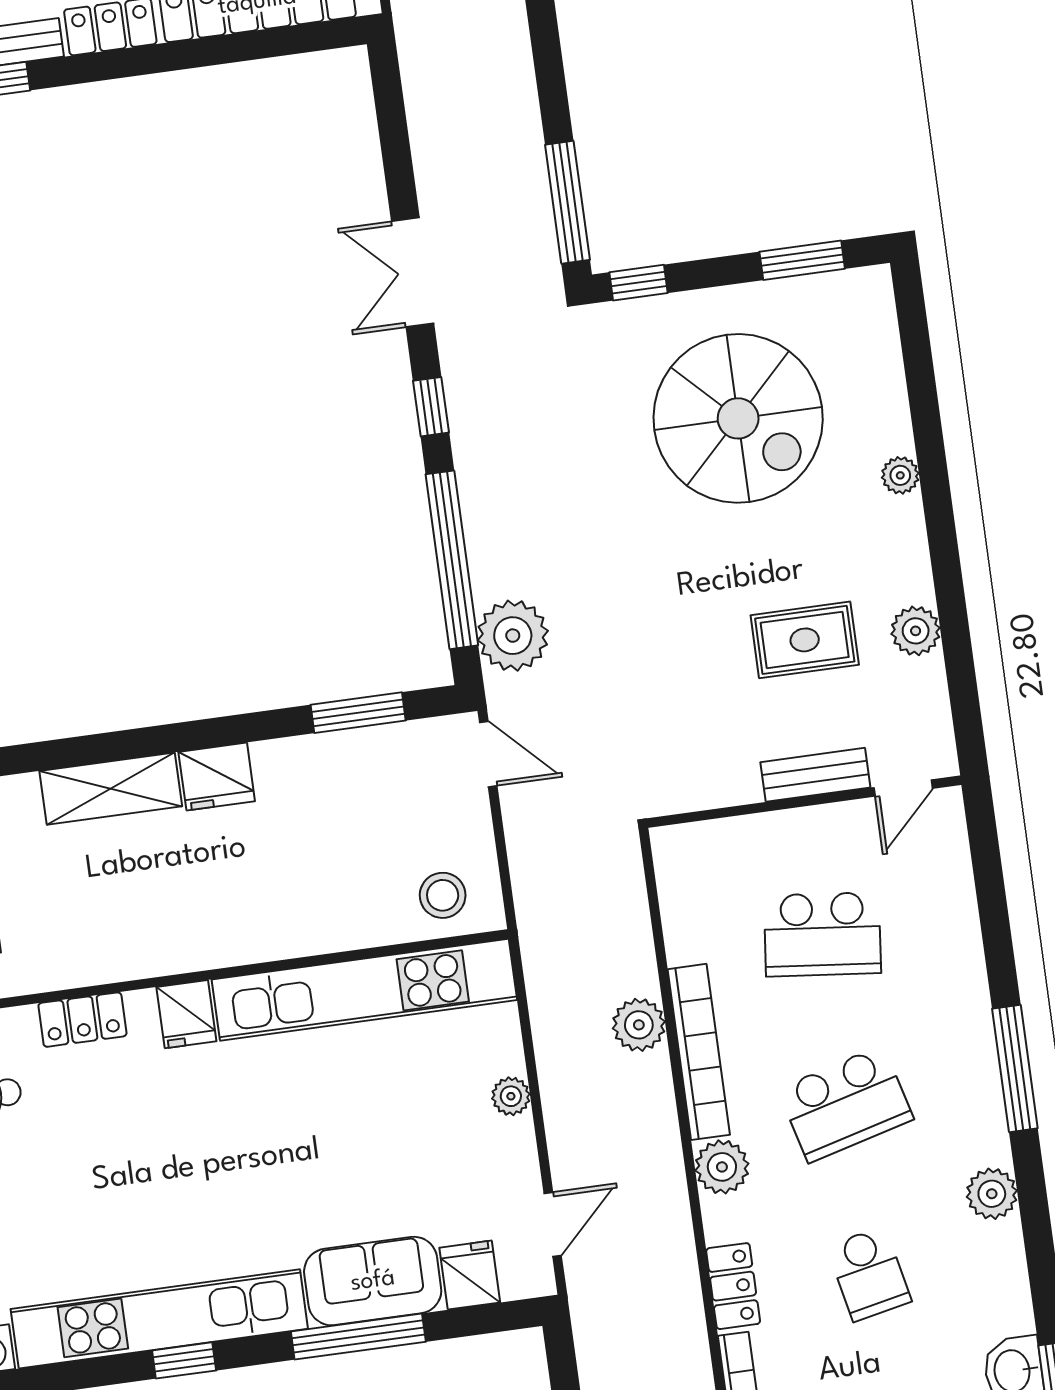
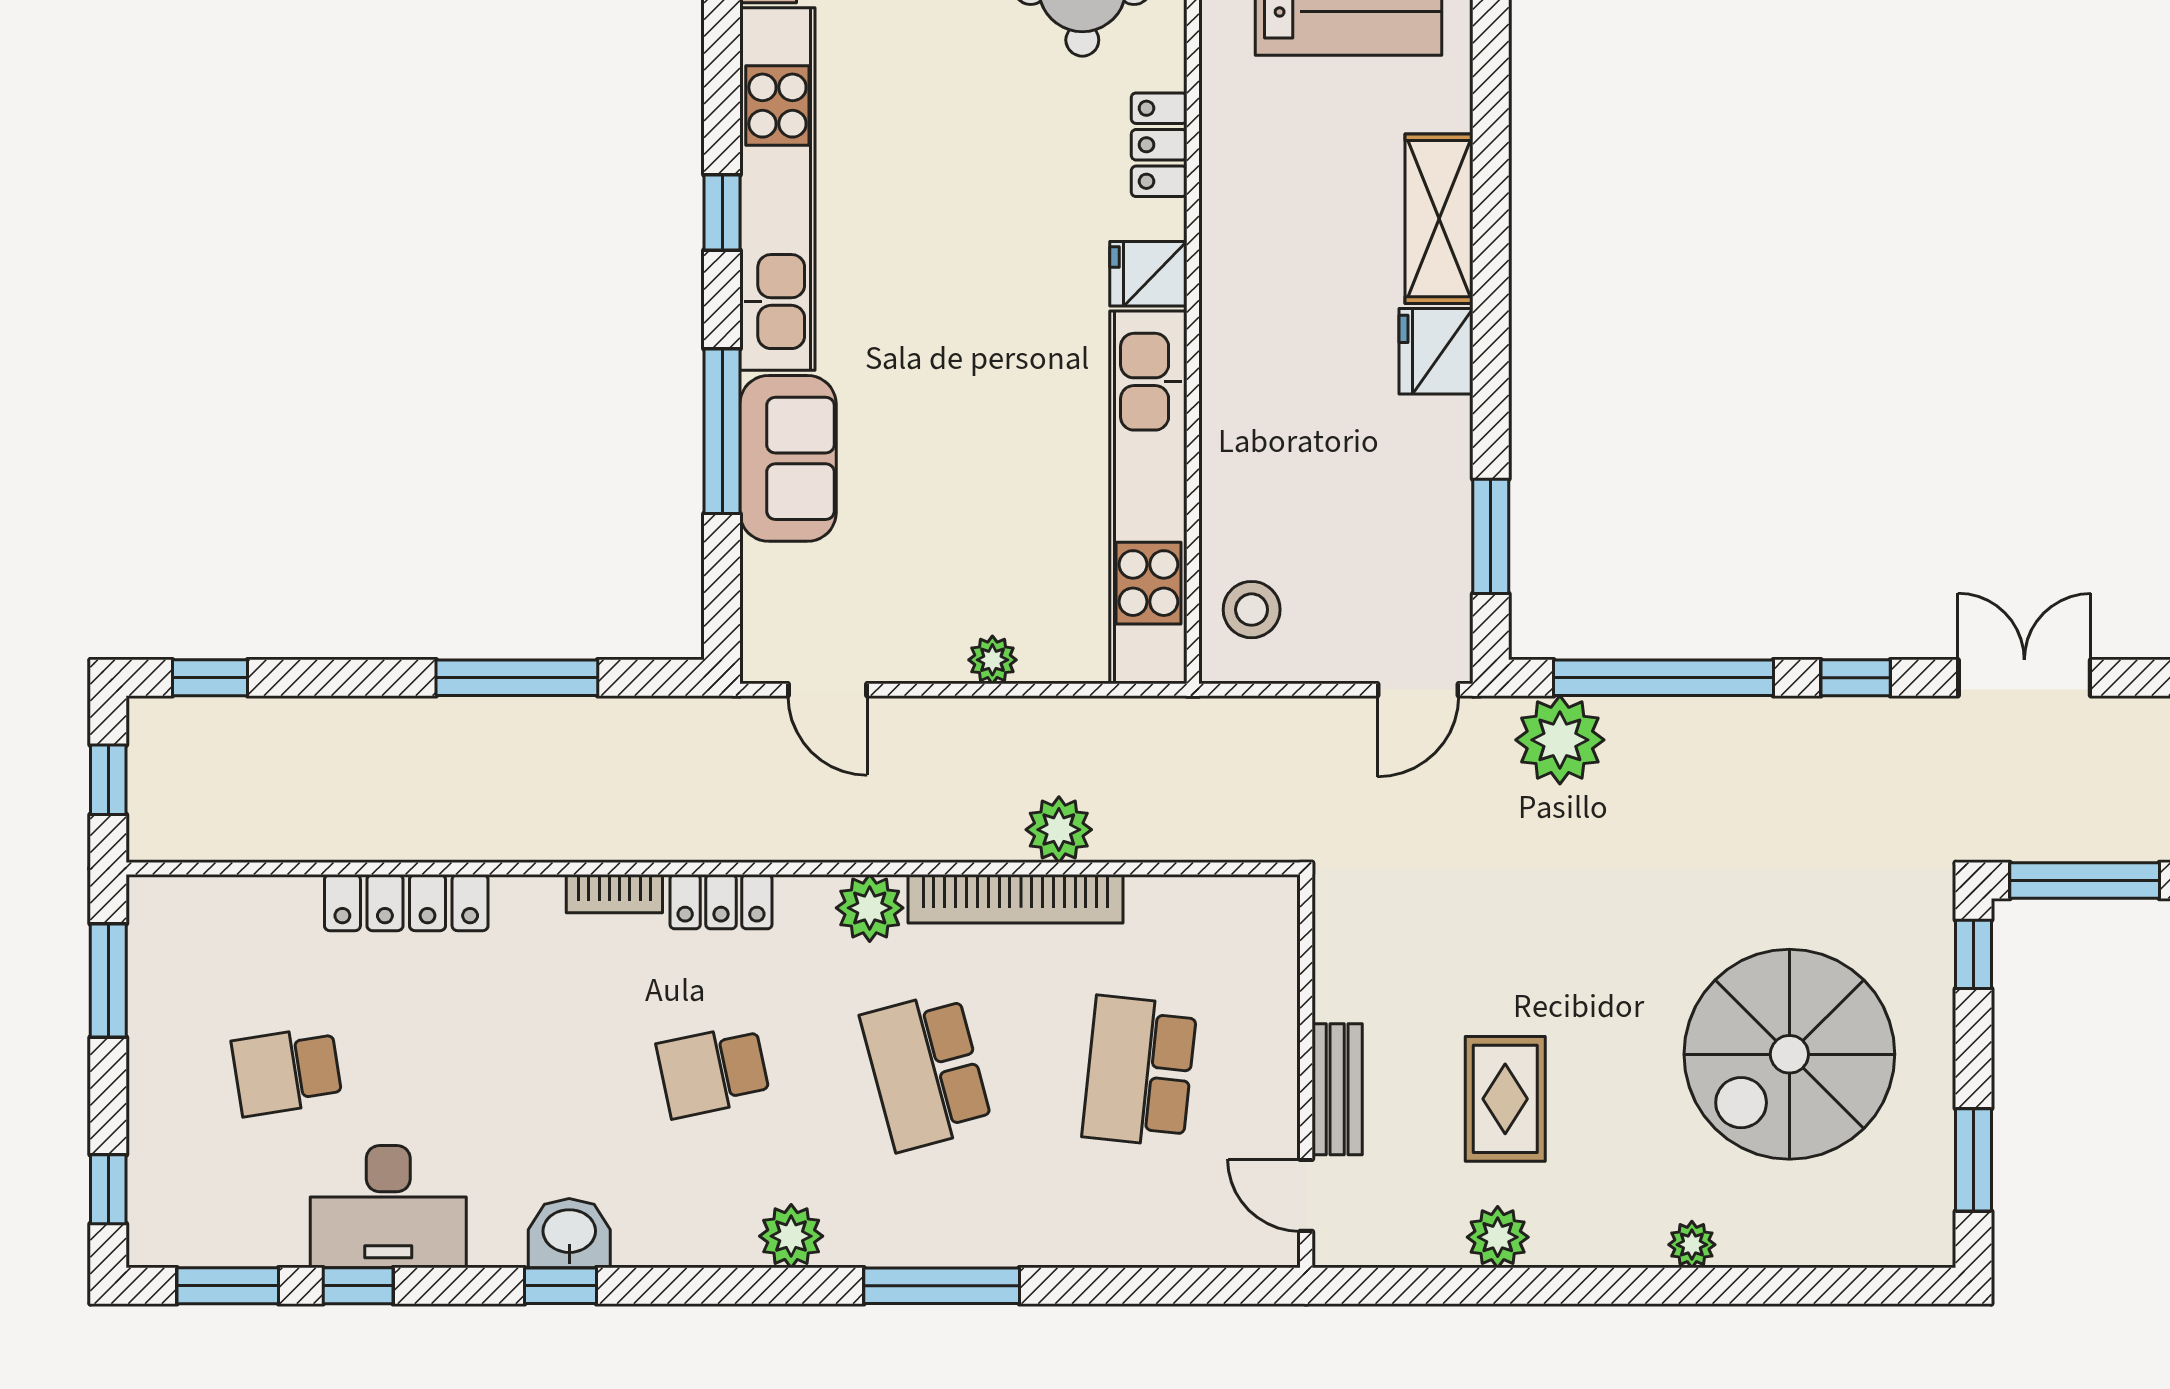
fridge: (470, 1275) -> (779, 579), removed

